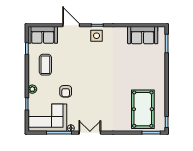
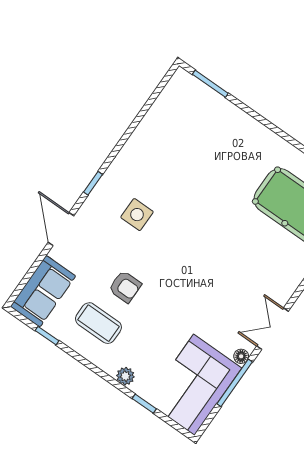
door: (71, 25) -> (61, 229), hinge flipped
sofa: (143, 35) -> (166, 116), removed
side table: (97, 36) -> (137, 215), moved
armchair: (66, 91) -> (125, 287), moved

